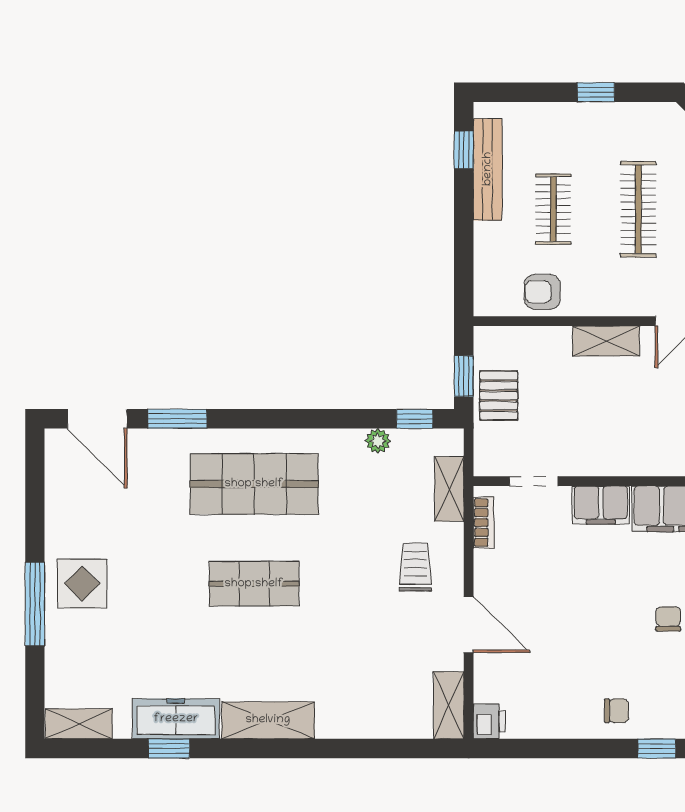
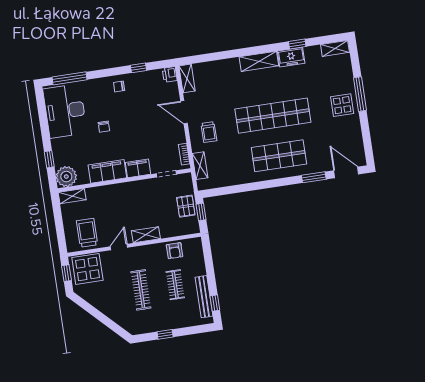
armchair: (542, 292) -> (175, 251), turned 90
window: (415, 419) -> (218, 192), removed
plant: (378, 441) -> (232, 181), removed
shop shelf: (254, 584) -> (273, 116), width x2.00, depth x1.36
freezer: (176, 719) -> (291, 57), width x0.71
window: (657, 748) -> (139, 68), moved

